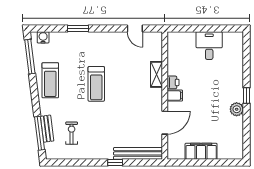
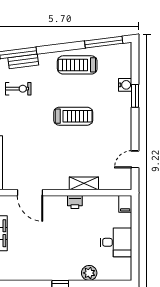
water cooler: (43, 37) -> (125, 85), moved
treadmill: (96, 84) -> (73, 116), turned 180
filing cabinet: (175, 96) -> (125, 204), moved
plant: (237, 109) -> (89, 273), moved

